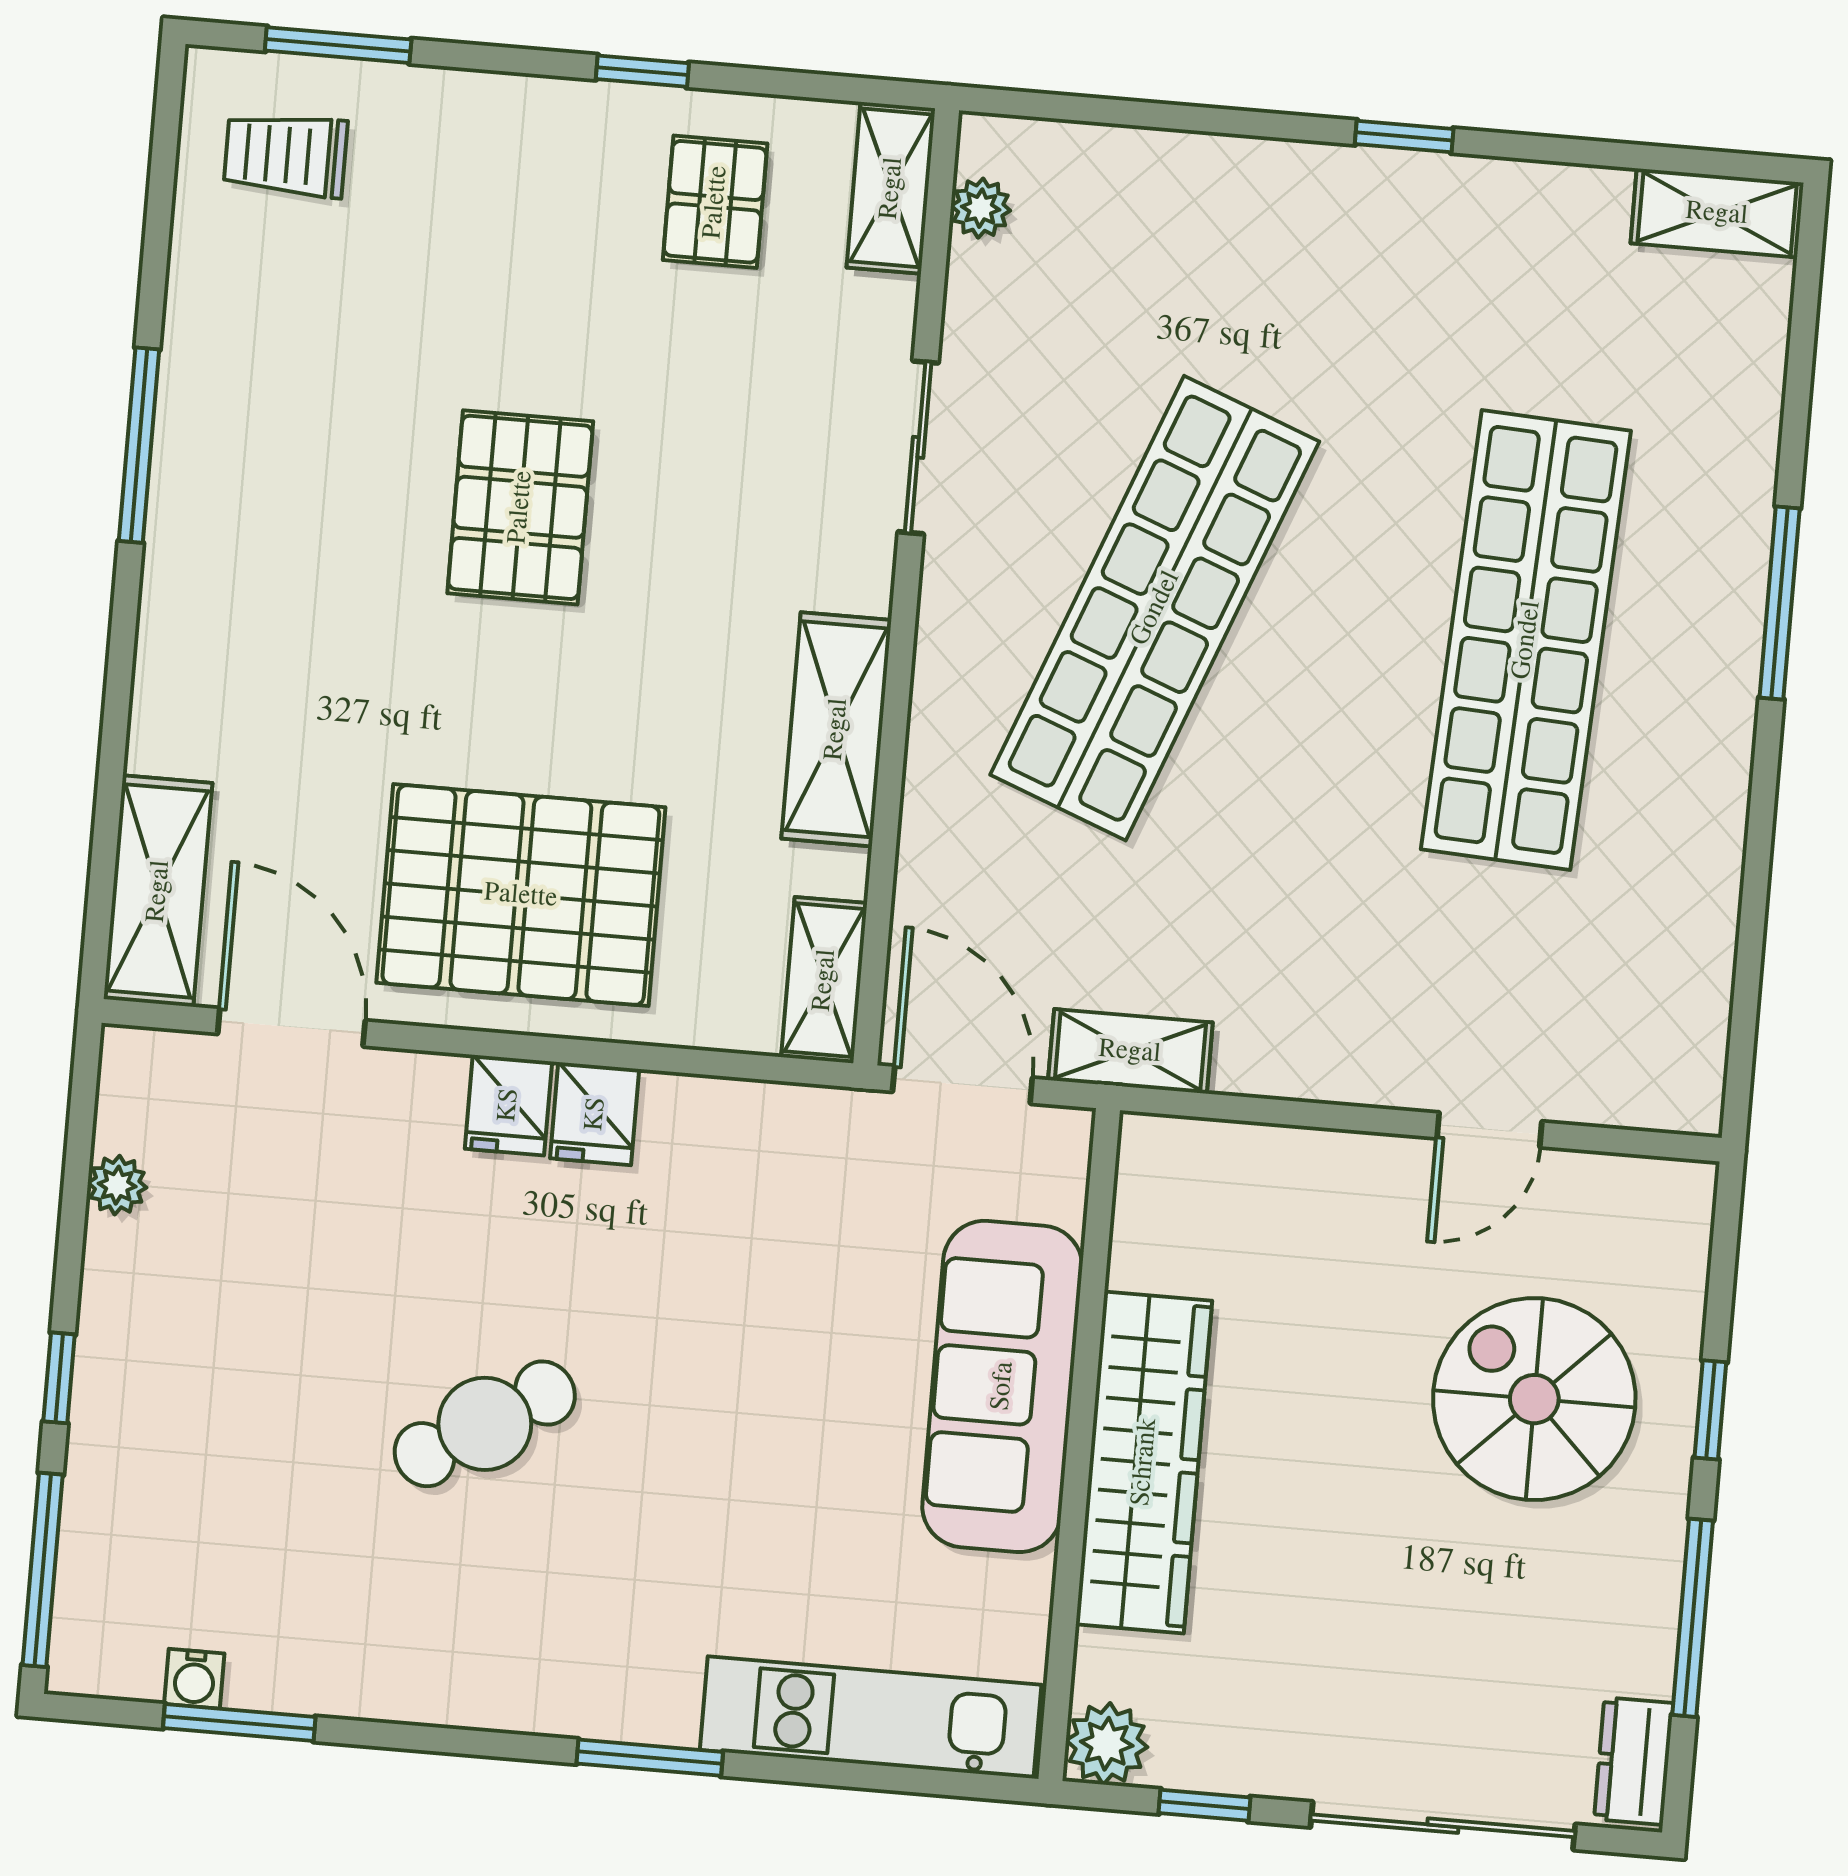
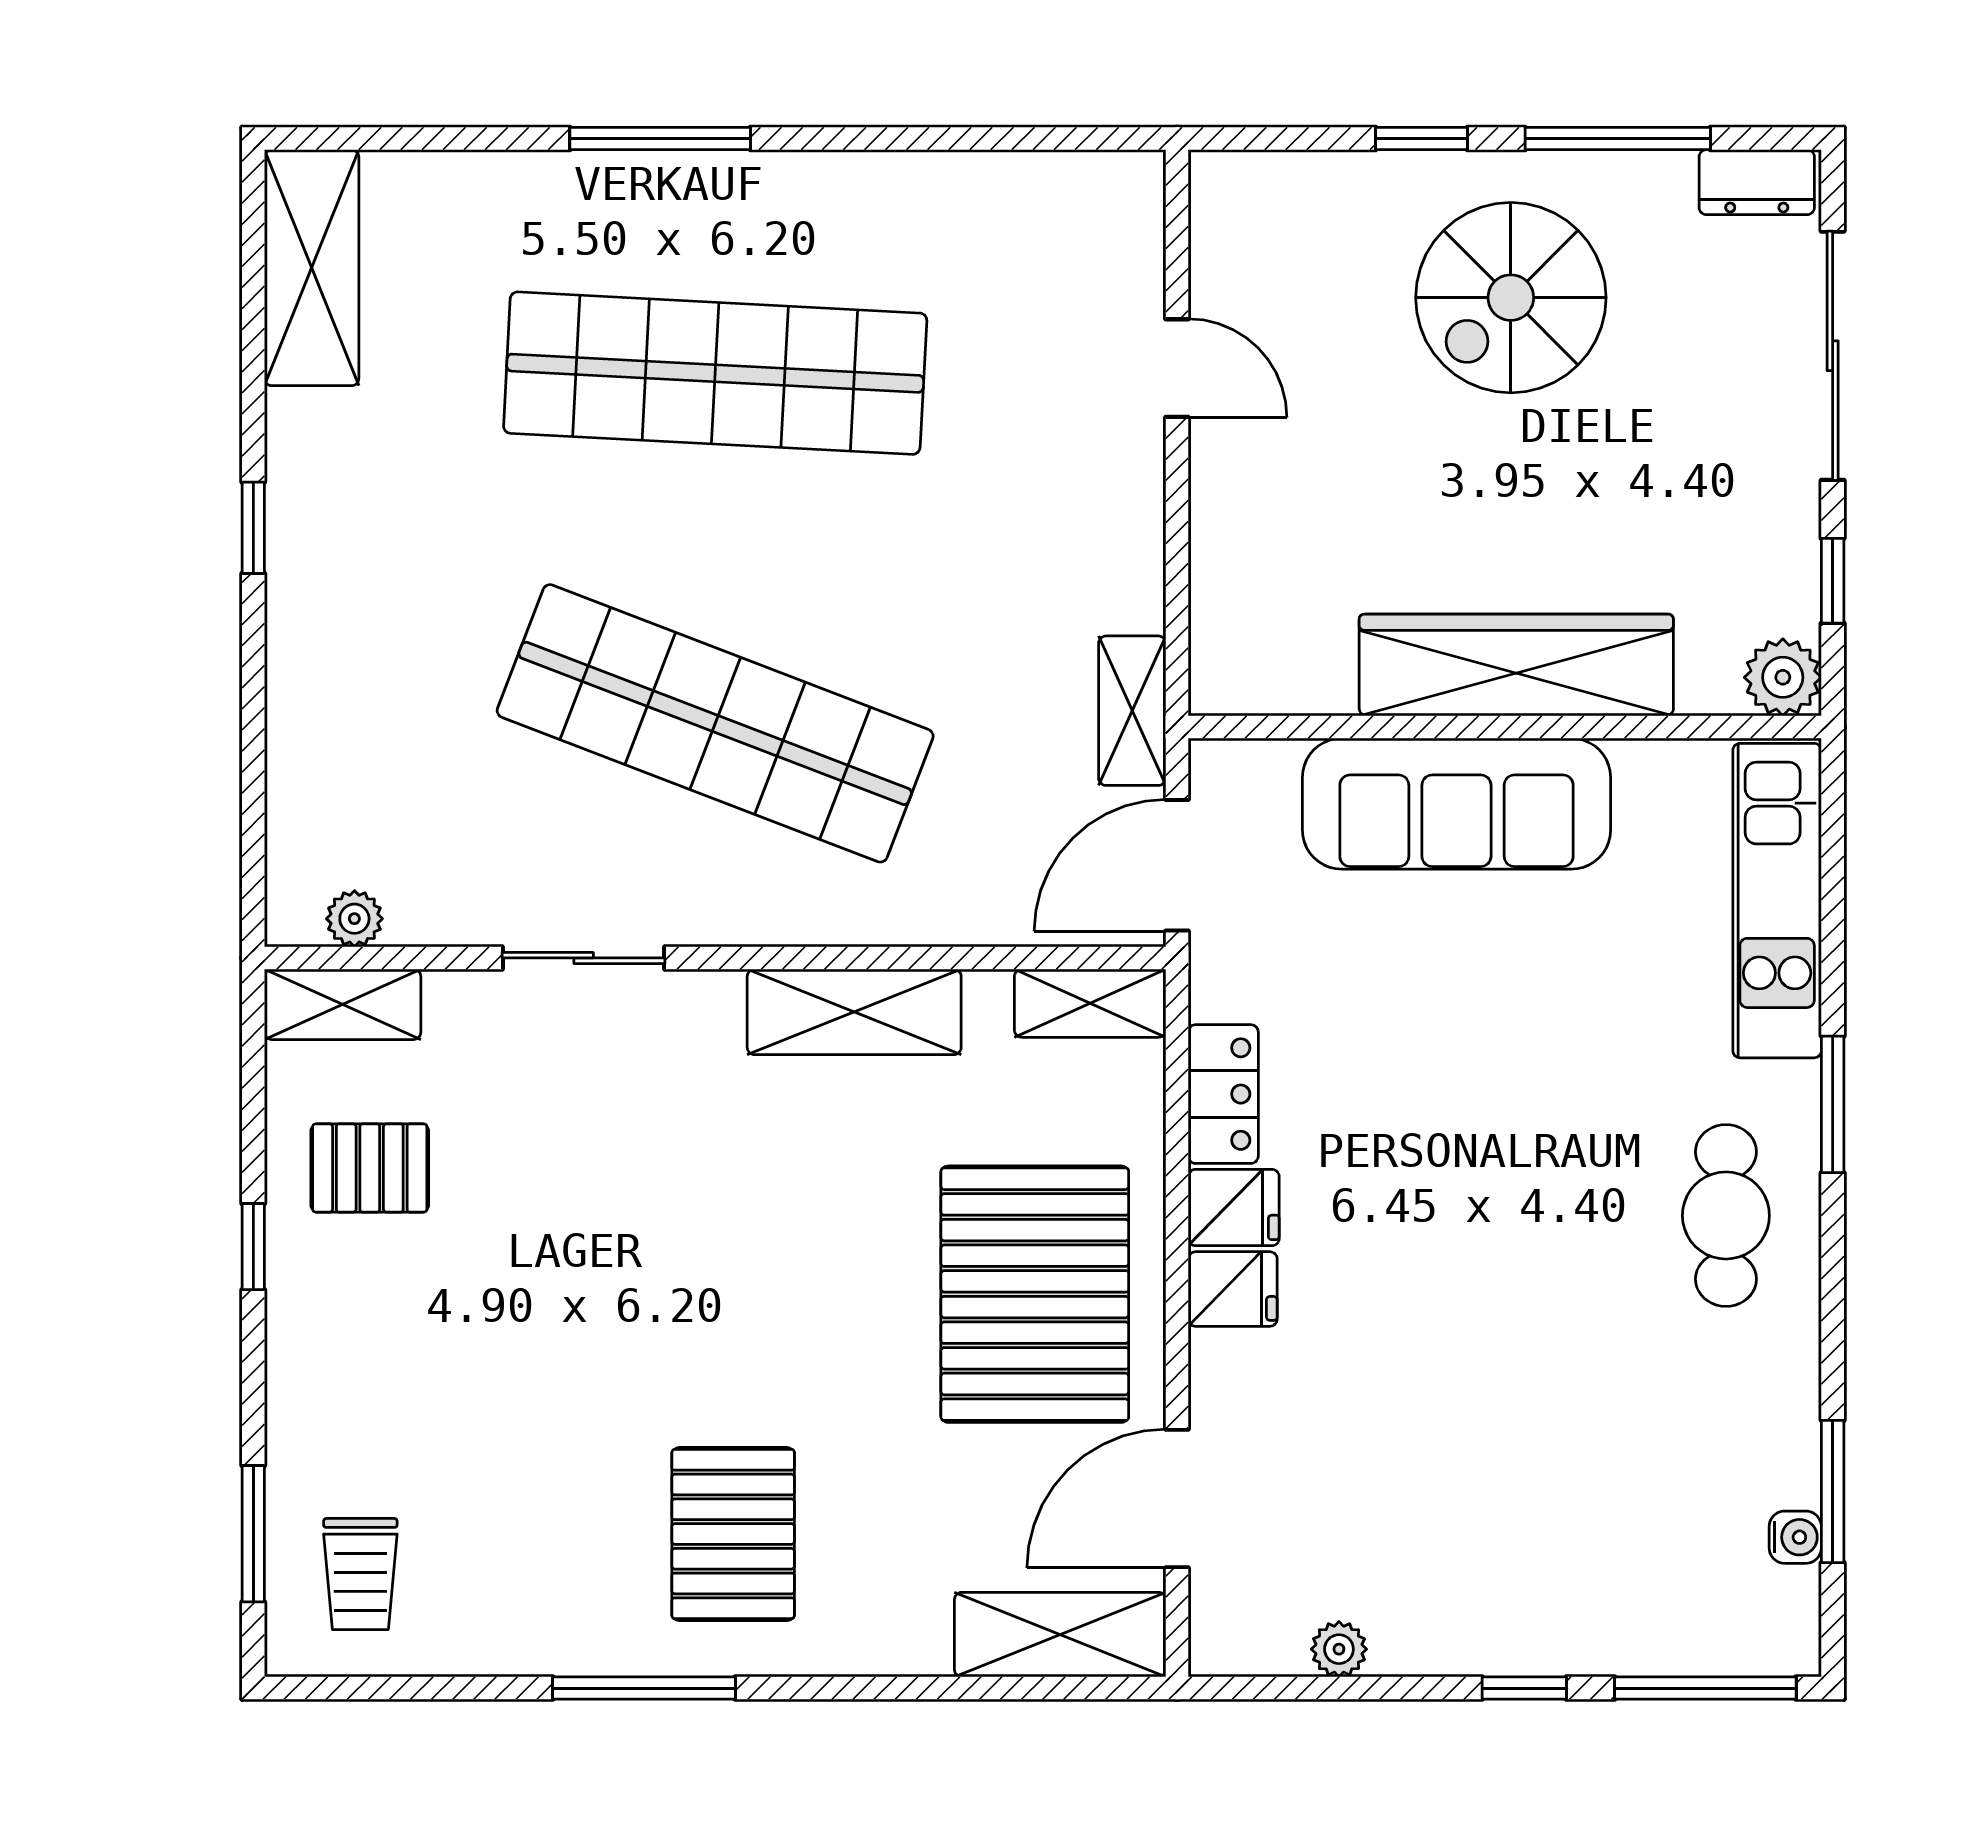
shelving: (1717, 213) -> (312, 268), width x1.50, depth x1.33
pallet: (520, 507) -> (733, 1534), moved, turned 90
locker: (716, 1113) -> (1223, 1094), added
spiral stairs: (1534, 1399) -> (1511, 298), moved
cafe table: (485, 1424) -> (1726, 1215), moved, turned 32

